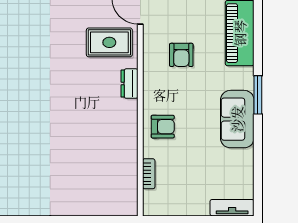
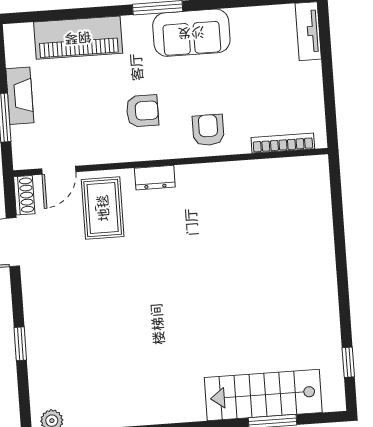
armchair: (181, 55) -> (142, 111), moved
bookcase: (149, 174) -> (283, 143), width x1.56

